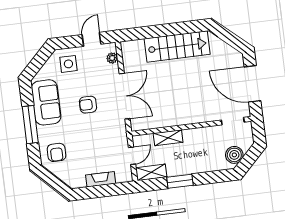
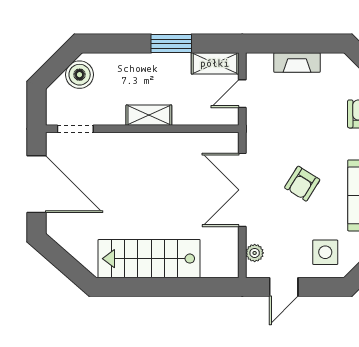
armchair: (88, 105) -> (302, 184), turned 122
shelving: (168, 138) -> (149, 115), moved

